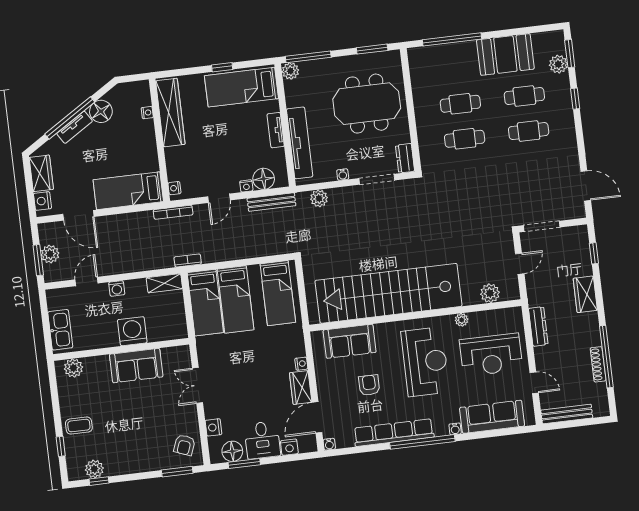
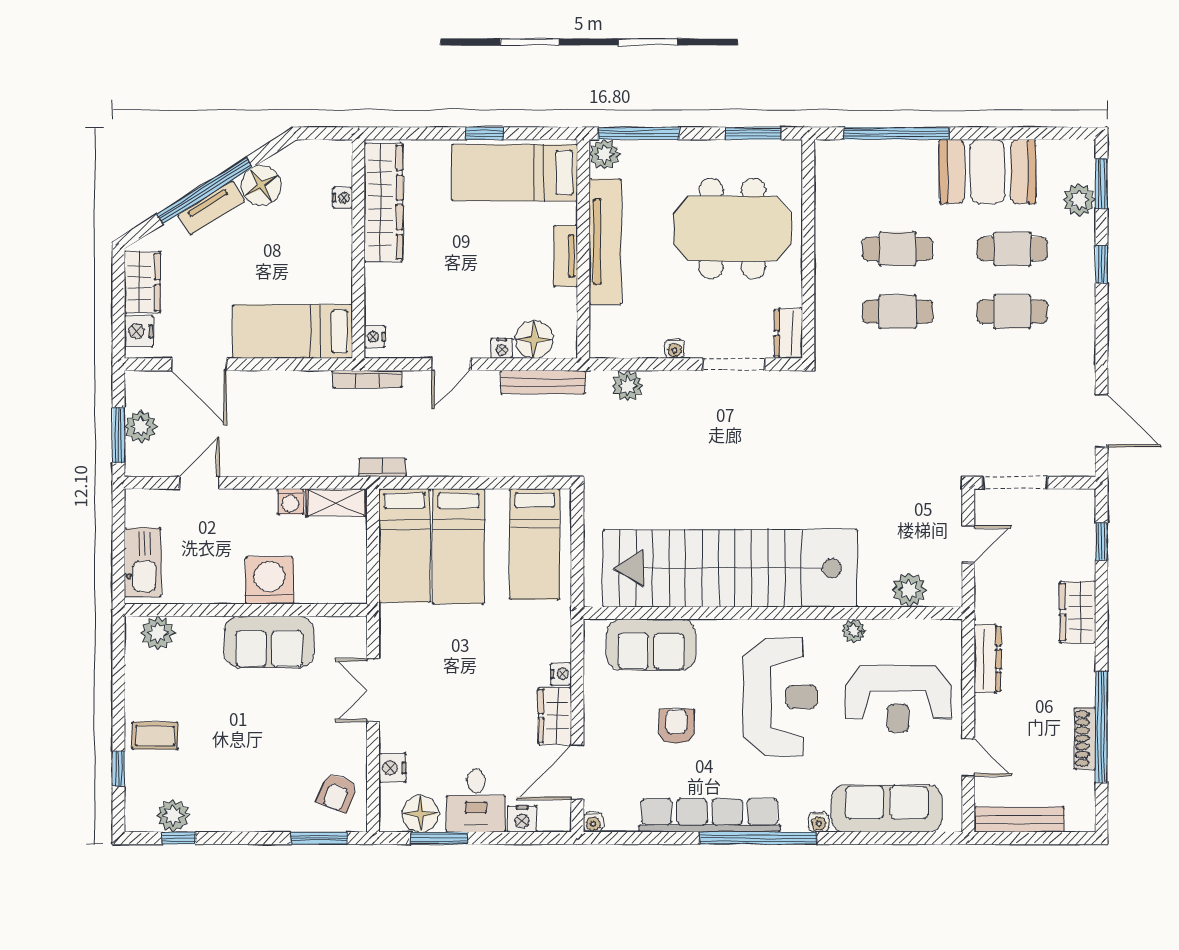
tv unit: (300, 143) -> (605, 242), moved
washing machine: (117, 288) -> (290, 502), moved

